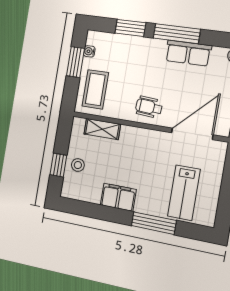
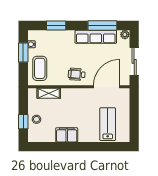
window: (177, 34) -> (102, 26), moved
row of seats: (188, 53) -> (96, 37), width x1.48
lab bench: (184, 193) -> (108, 124), turned 180
window: (154, 223) -> (92, 147), removed

